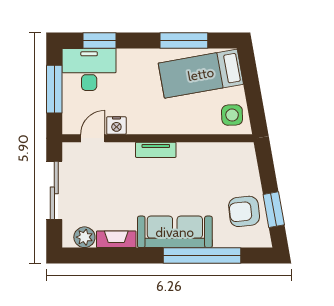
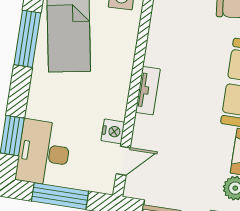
door: (93, 138) -> (123, 161), swing flipped

